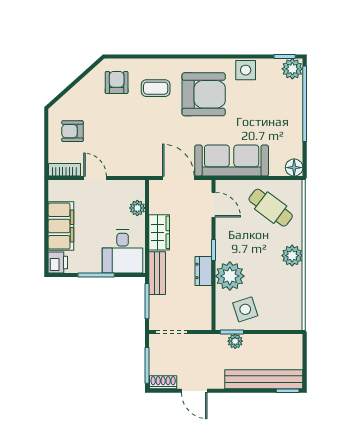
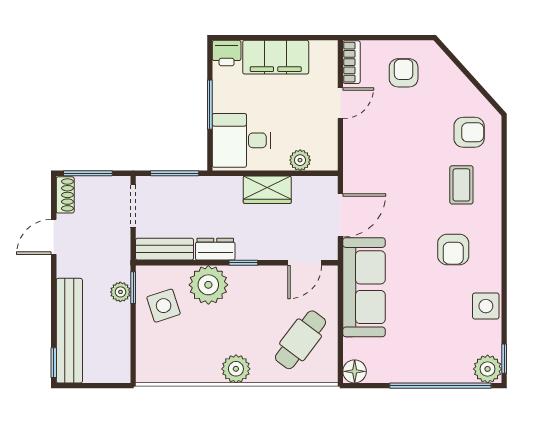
armchair: (204, 94) -> (453, 249), width x0.53, depth x0.53
bench: (157, 273) -> (165, 249), moved

